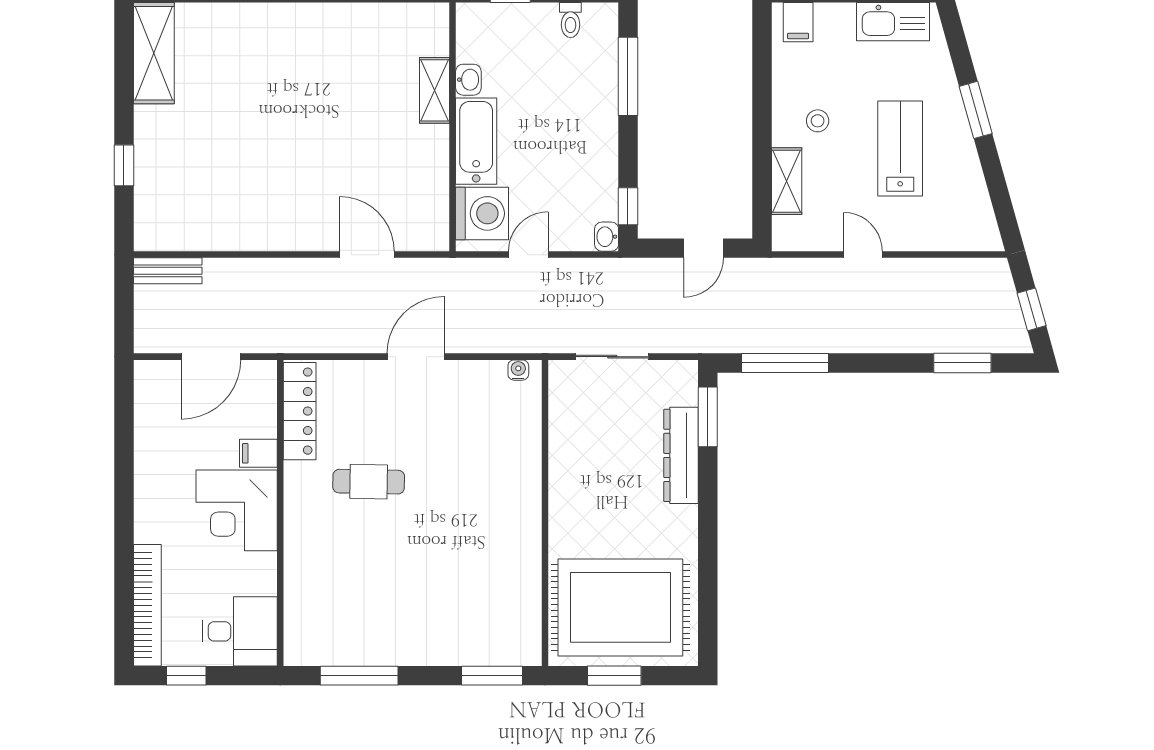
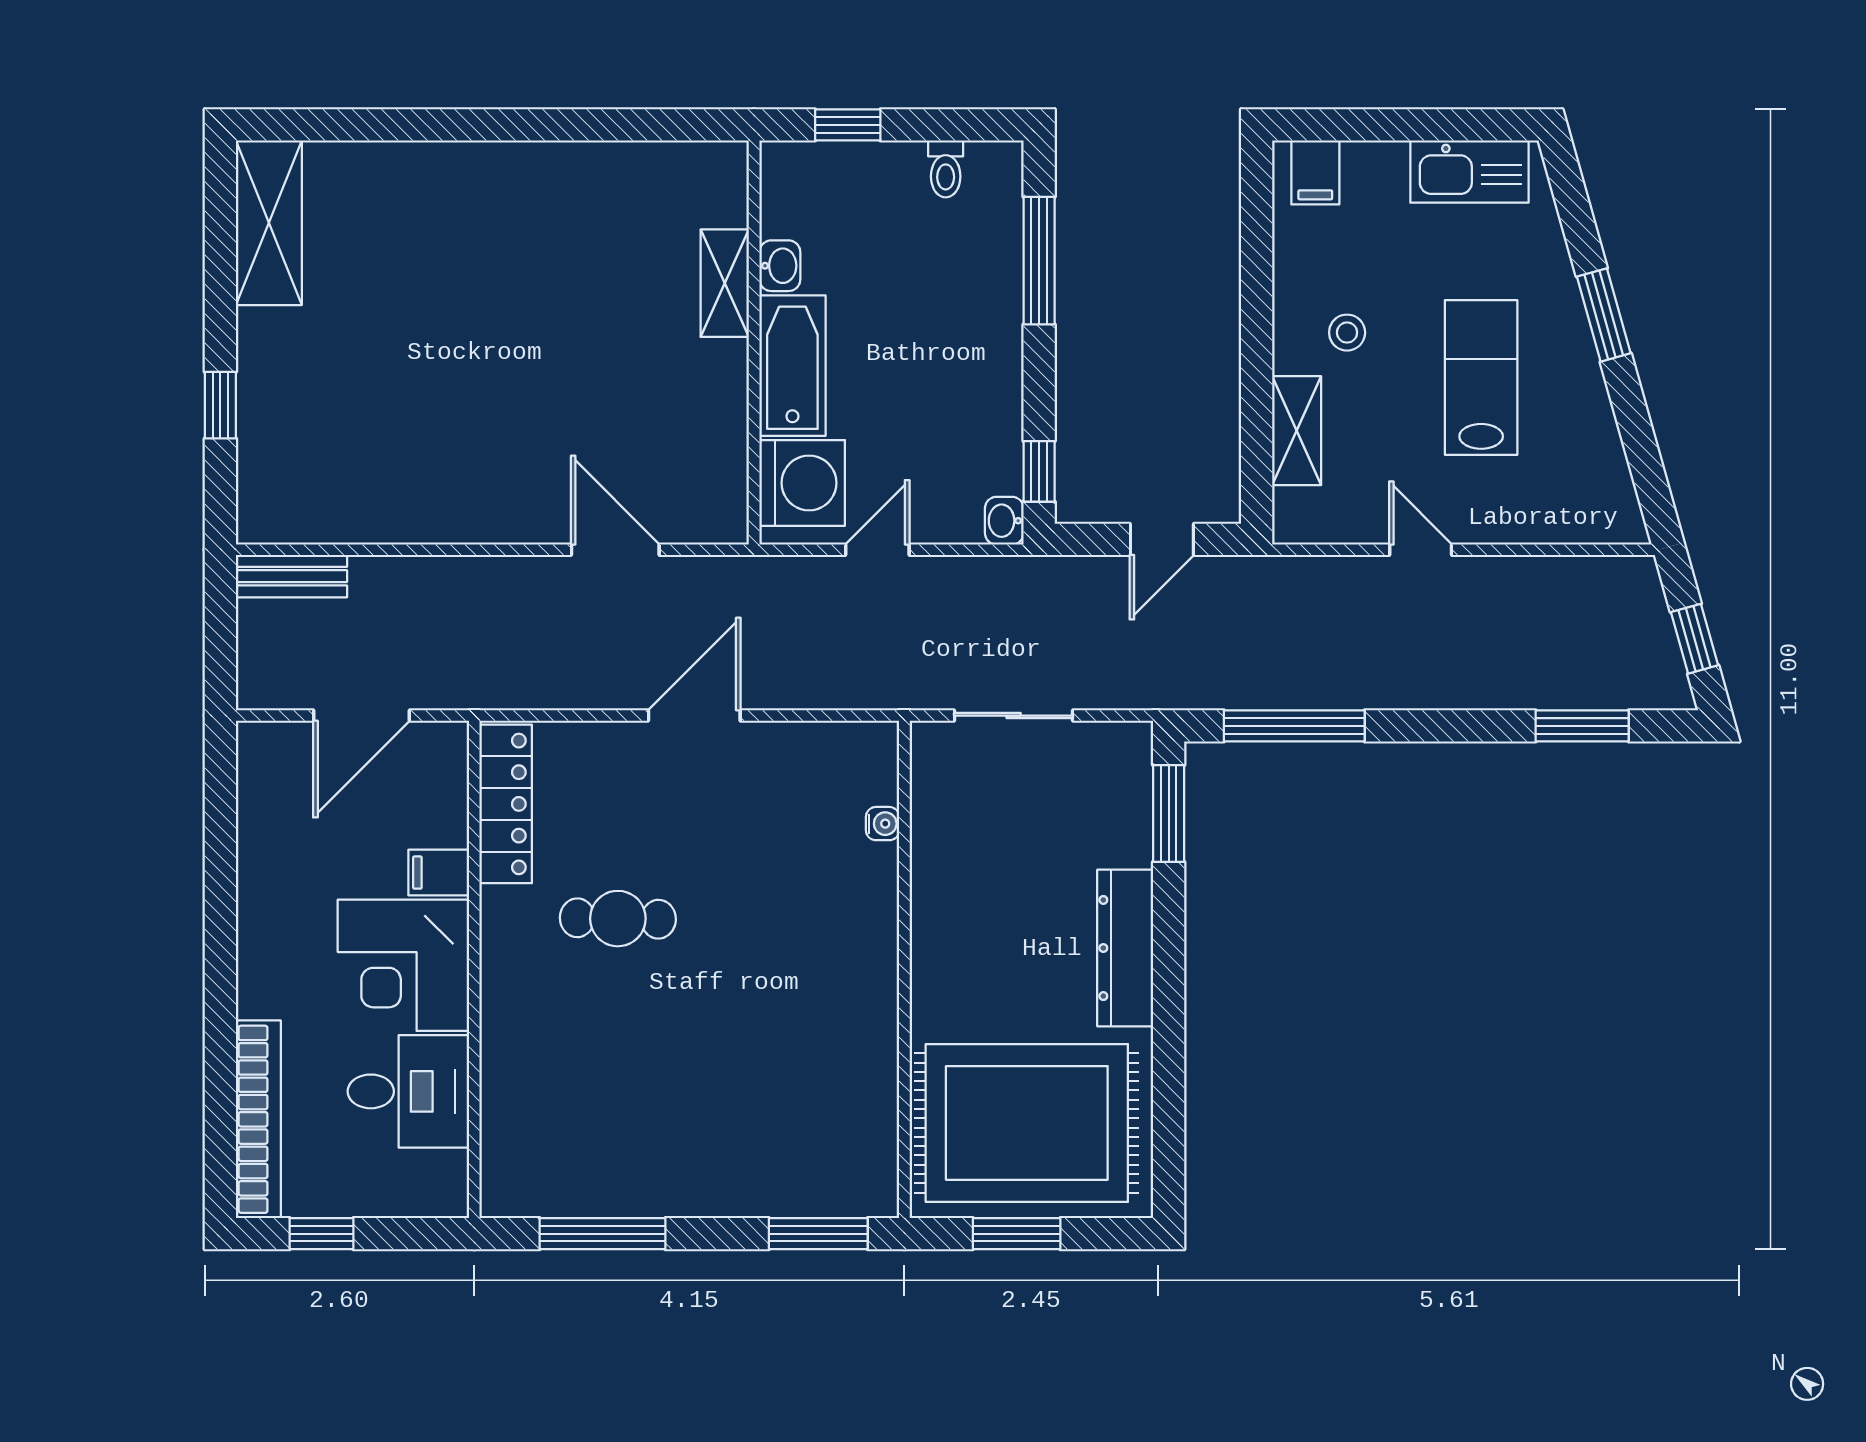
water cooler: (518, 370) -> (883, 824), moved, turned 90
dresser: (681, 455) -> (1125, 948), moved
desk: (240, 631) -> (408, 1091), moved

